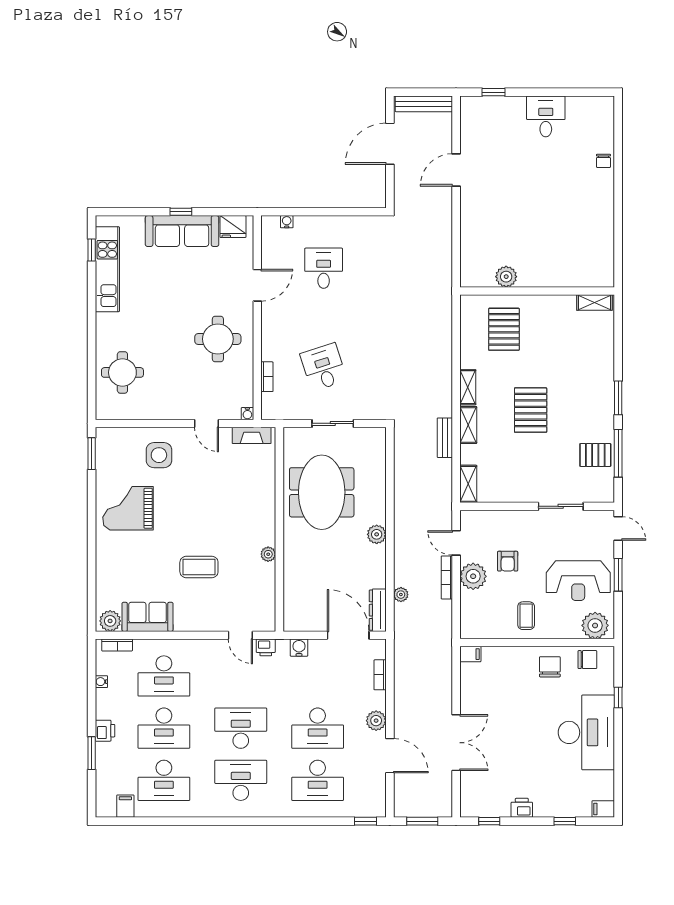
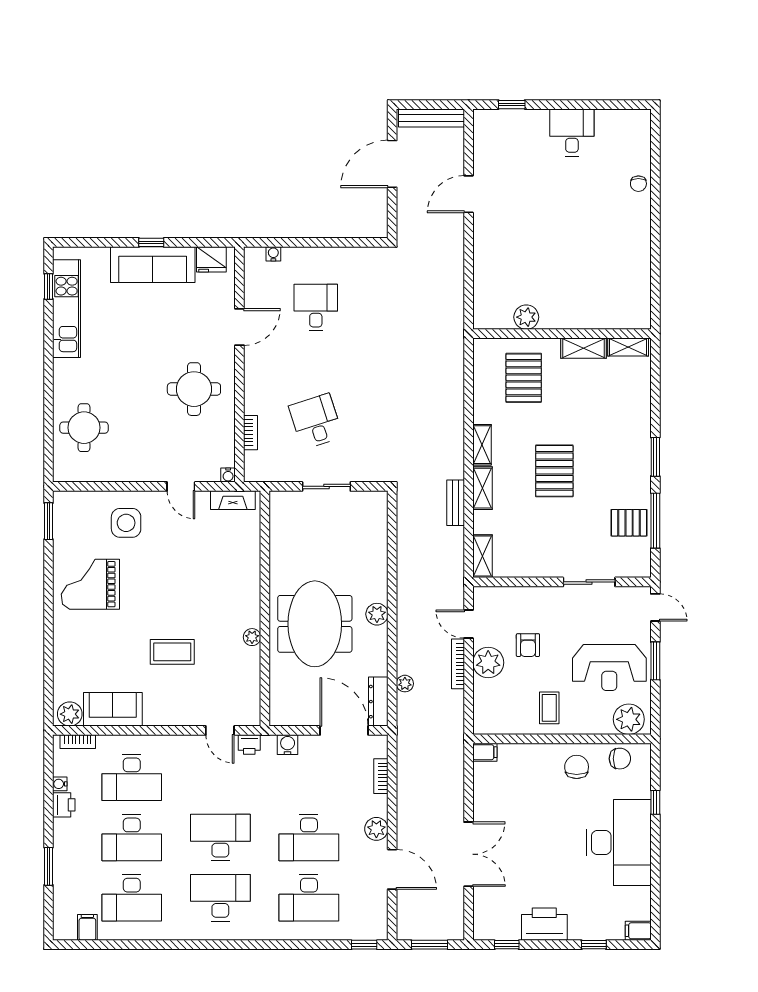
shelving: (556, 303) -> (583, 348), added
meeting table: (322, 492) -> (315, 624), moved
printer: (105, 731) -> (64, 805), moved
printer: (522, 808) -> (544, 924), width x1.87, depth x1.48

